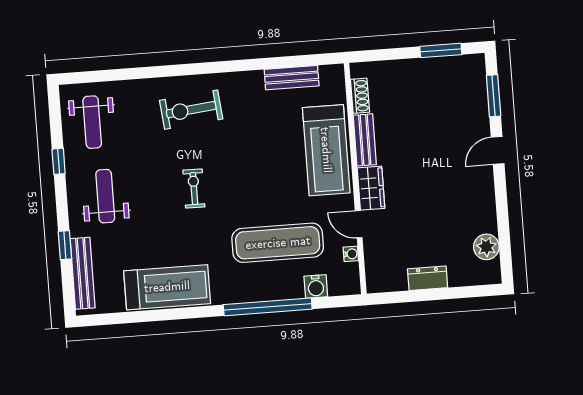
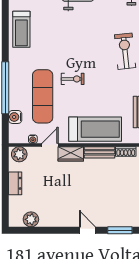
treadmill: (326, 150) -> (95, 129), turned 180
exercise bike: (194, 189) -> (73, 79), moved
plant: (378, 275) -> (19, 154), added
treadmill: (167, 287) -> (21, 29), width x0.73, depth x0.73

